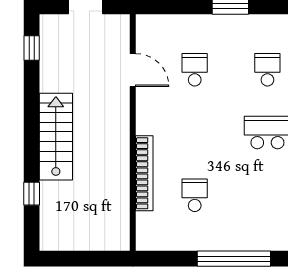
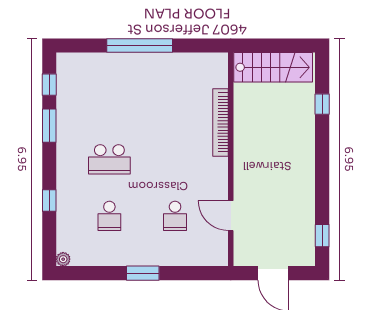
stairs: (56, 137) -> (273, 67), moved, turned -90
school desk: (195, 195) -> (175, 103), removed

